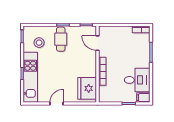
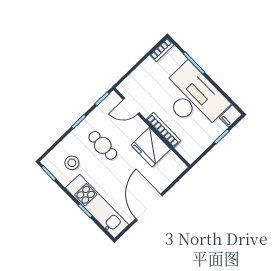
cafe table: (61, 39) -> (103, 145), moved
desk: (137, 80) -> (193, 98), width x1.87, depth x1.30
fridge: (87, 88) -> (151, 147), moved
door: (57, 104) -> (149, 207), width x1.87

